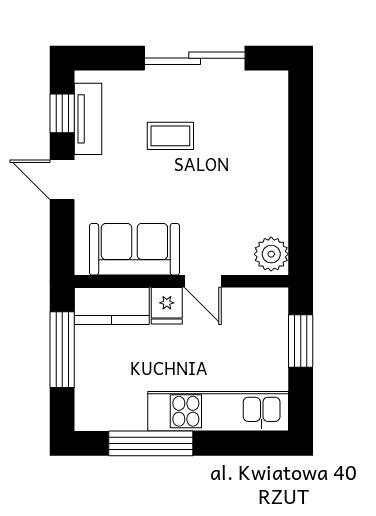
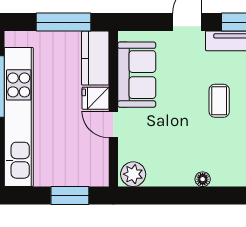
floor lamp: (278, 159) -> (203, 179), added
door: (203, 281) -> (113, 124), hinge flipped
kitchen unit: (218, 411) -> (19, 117), width x1.36

